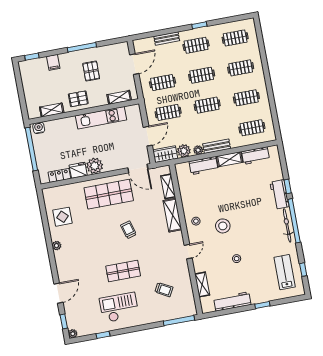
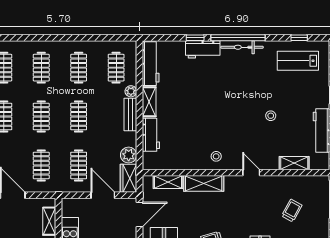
plant: (198, 150) -> (131, 91), moved
workbench: (256, 156) -> (151, 64), width x1.38
stool: (223, 226) -> (228, 125), removed

